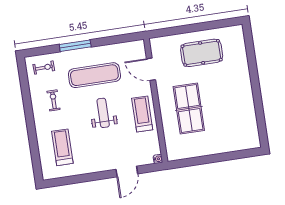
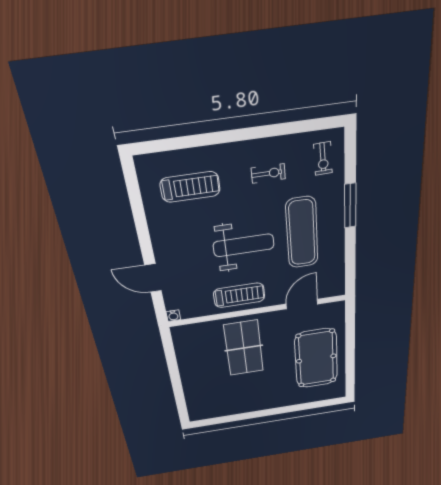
pool table: (202, 53) -> (316, 359), width x1.36, depth x1.32
table tennis table: (189, 108) -> (244, 348), turned 90
weight bench: (103, 113) -> (244, 245), width x1.36, depth x1.33

